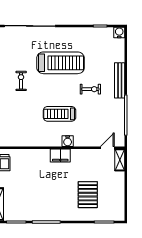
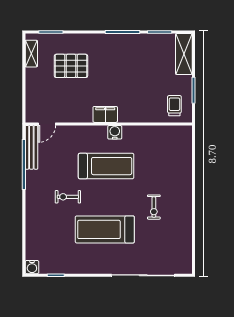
bench: (120, 80) -> (31, 147), moved
treadmill: (60, 114) -> (106, 166), width x1.37, depth x1.38
water cooler: (68, 141) -> (115, 132), moved
shelving: (120, 160) -> (31, 54), moved
pallet: (88, 195) -> (71, 66), turned 90

